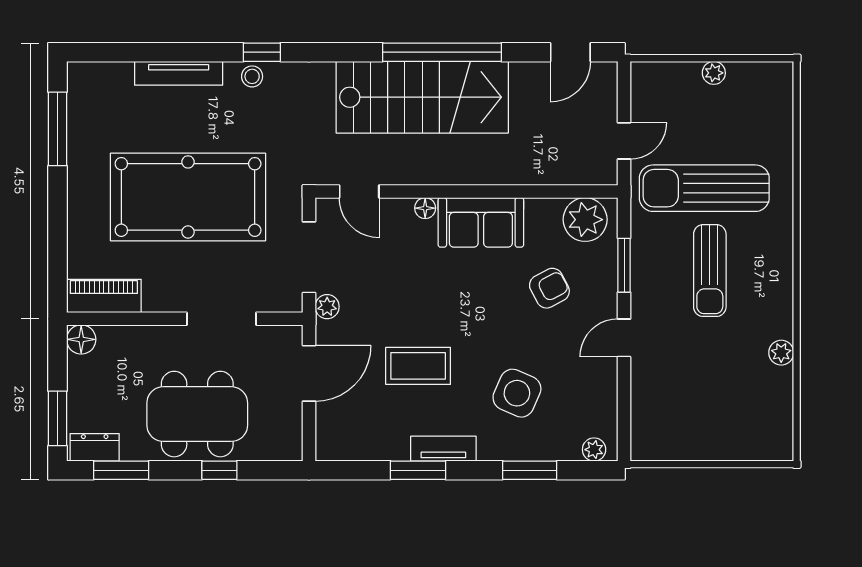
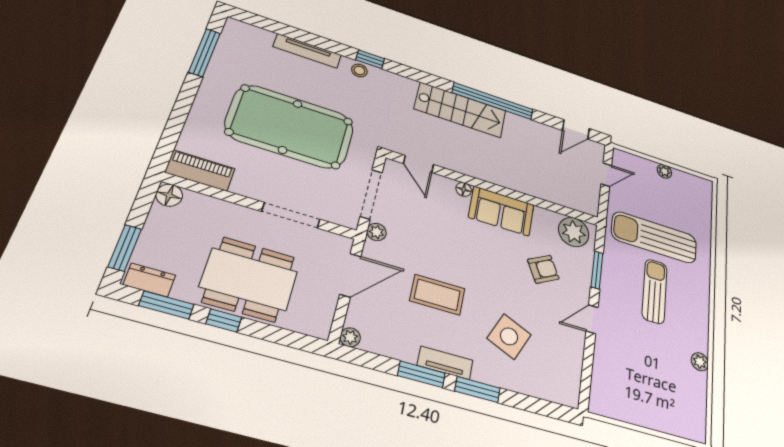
stairs: (422, 97) -> (460, 110), width x0.73, depth x0.66
door: (624, 141) -> (606, 175), moved
sun lounger: (710, 271) -> (655, 291), turned 180
plant: (594, 450) -> (350, 337), moved
window: (219, 470) -> (224, 321), moved
window: (530, 470) -> (477, 390), moved

